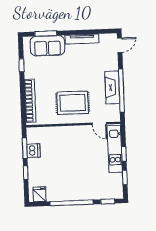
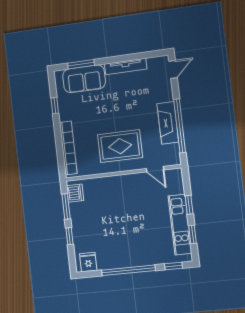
kitchen unit: (115, 149) -> (180, 225), moved
dishwasher: (33, 151) -> (75, 193), moved

